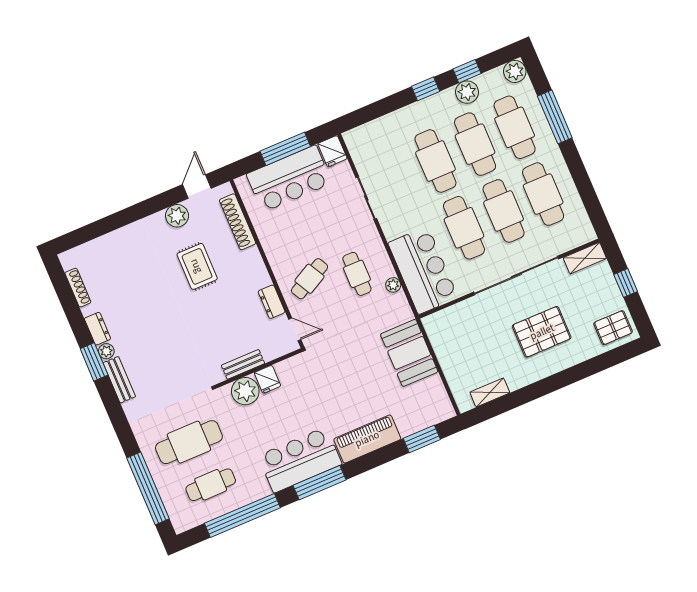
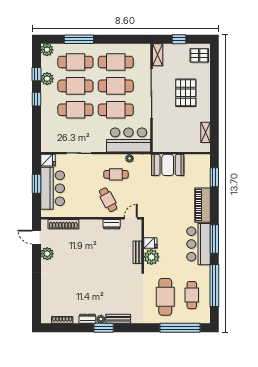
window: (285, 149) -> (36, 184), width x0.69
rug: (197, 266) -> (77, 254), removed
pallet: (613, 328) -> (199, 55), turned 90

